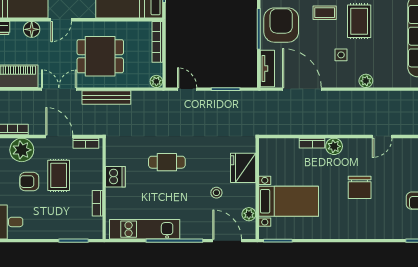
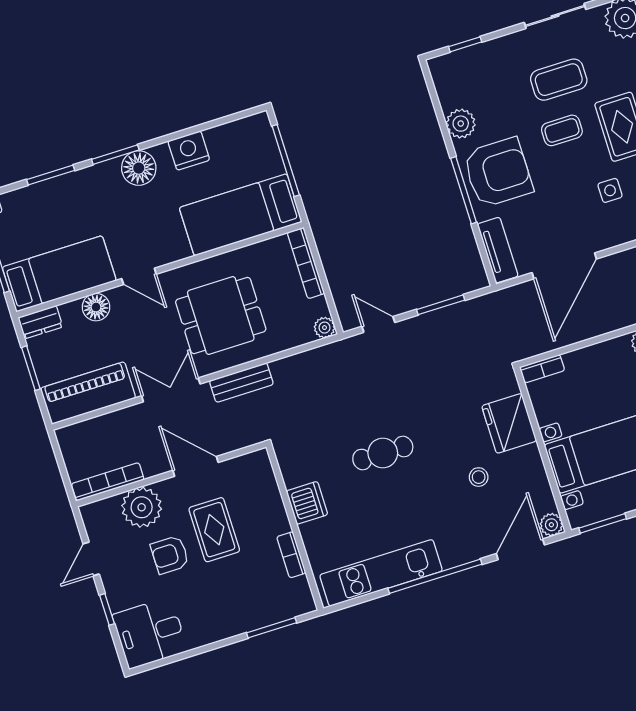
door: (61, 20) -> (139, 276), hinge flipped
armchair: (281, 25) -> (498, 173), turned 90
door: (302, 89) -> (564, 266), swing flipped
bench: (106, 98) -> (241, 383), width x0.73
bookcase: (86, 143) -> (242, 464), removed
bookcase: (312, 143) -> (542, 369), moved
plant: (249, 214) -> (551, 525), moved
door: (227, 241) -> (520, 549), hinge flipped

